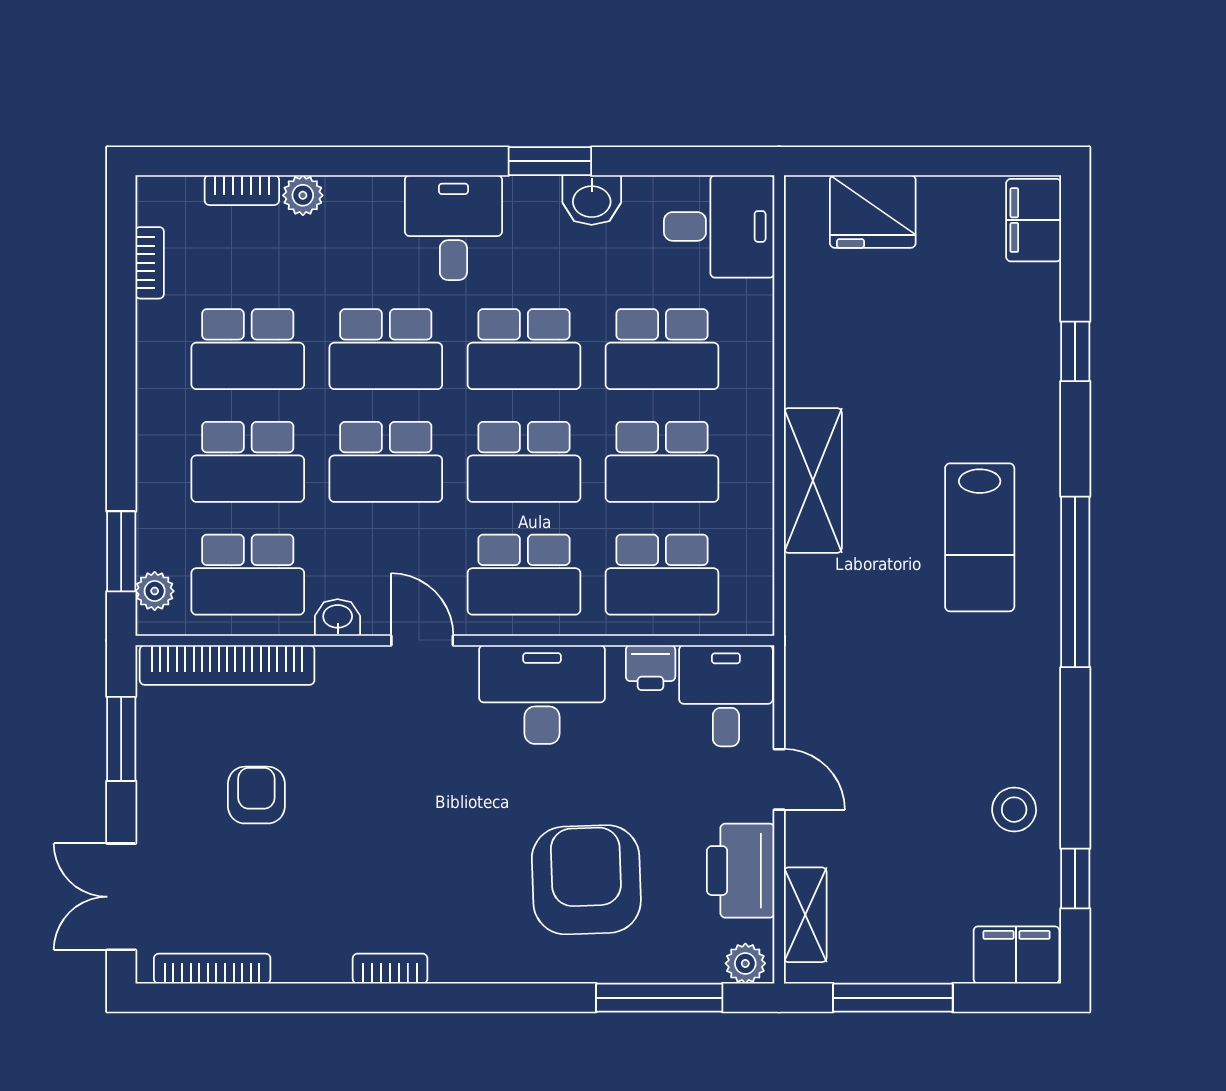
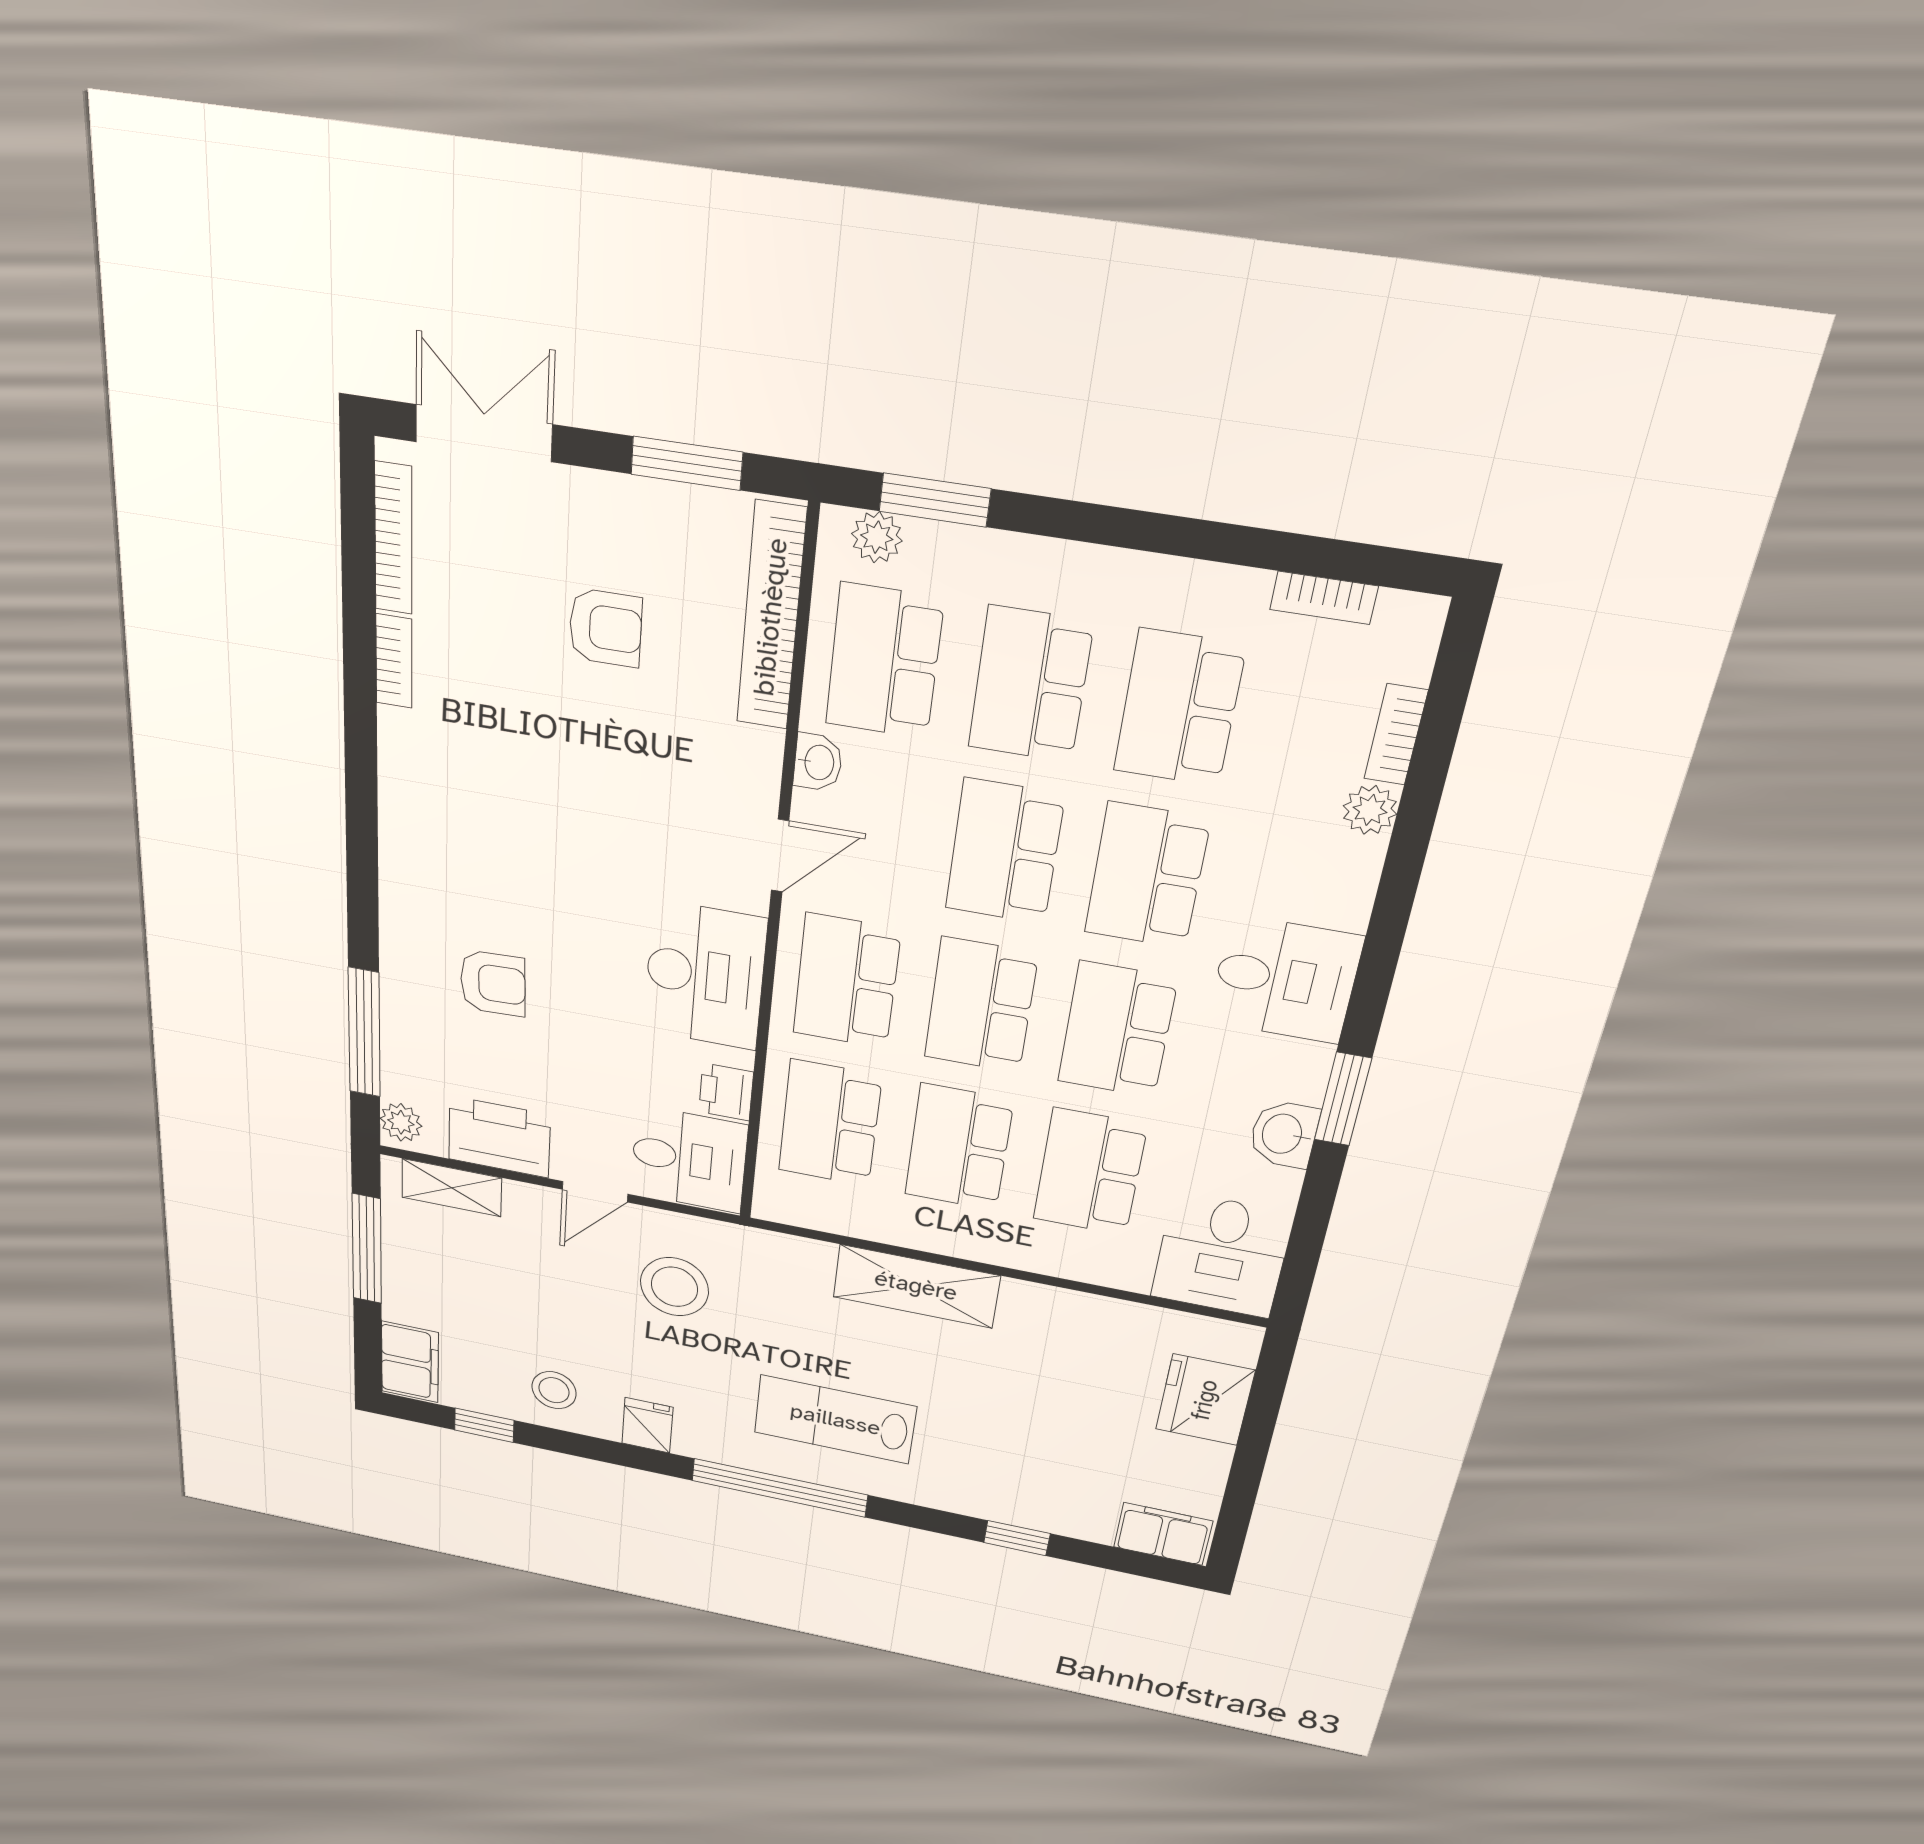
stool: (866, 700) -> (674, 1287), added
fridge: (1033, 716) -> (647, 1425), added
armchair: (586, 880) -> (493, 983), width x0.53, depth x0.53
bookcase: (390, 969) -> (394, 661), moved

